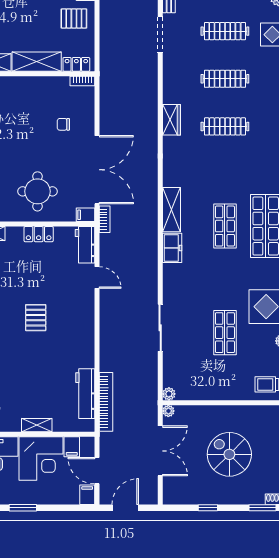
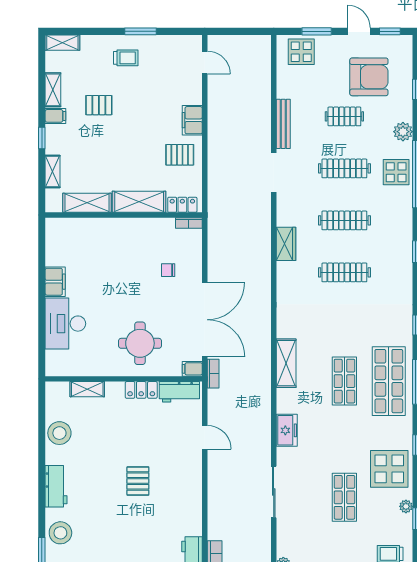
wardrobe: (171, 120) -> (286, 244), moved
workbench: (85, 245) -> (179, 392), moved, turned -90
freezer: (172, 248) -> (287, 430), moved

